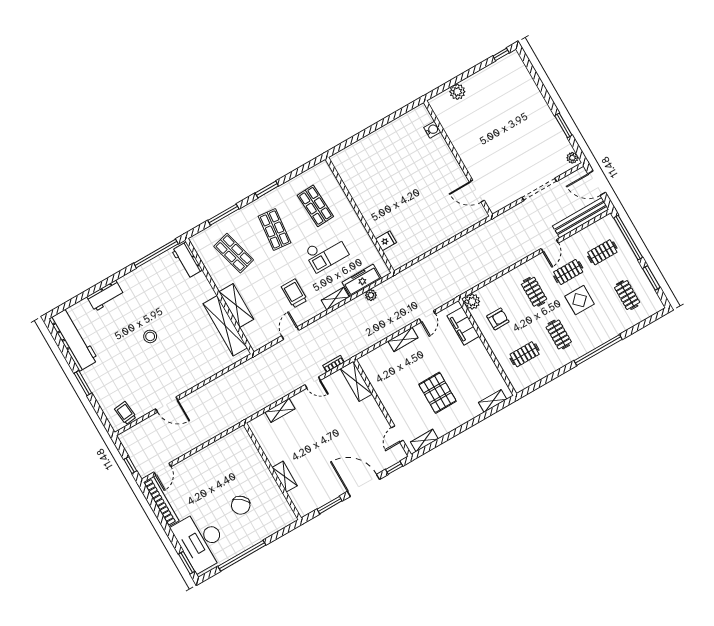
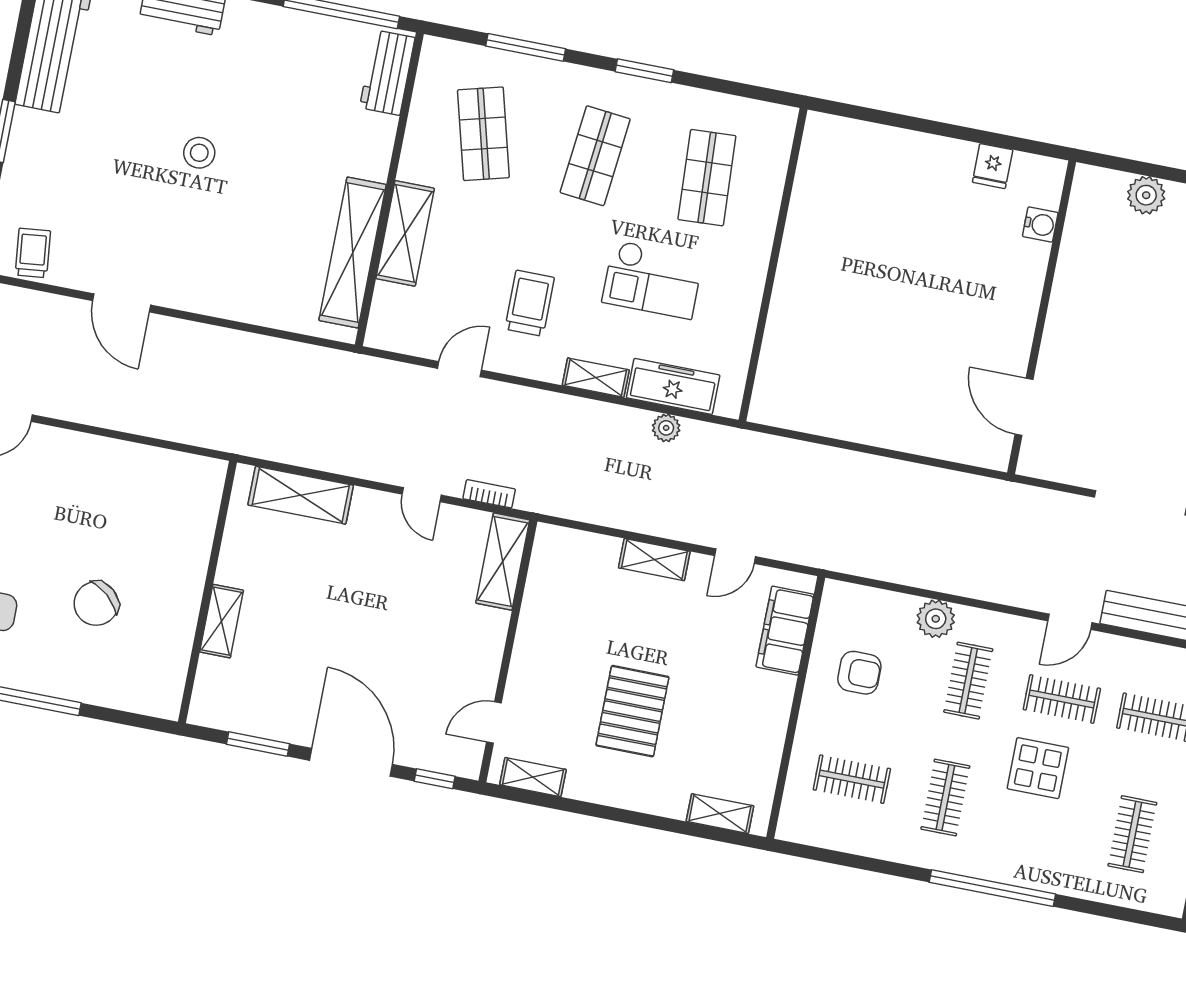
fridge: (386, 241) -> (993, 166), moved, turned 90
plant: (472, 301) -> (936, 619), moved
shelving: (280, 410) -> (301, 495), width x1.50, depth x1.33

